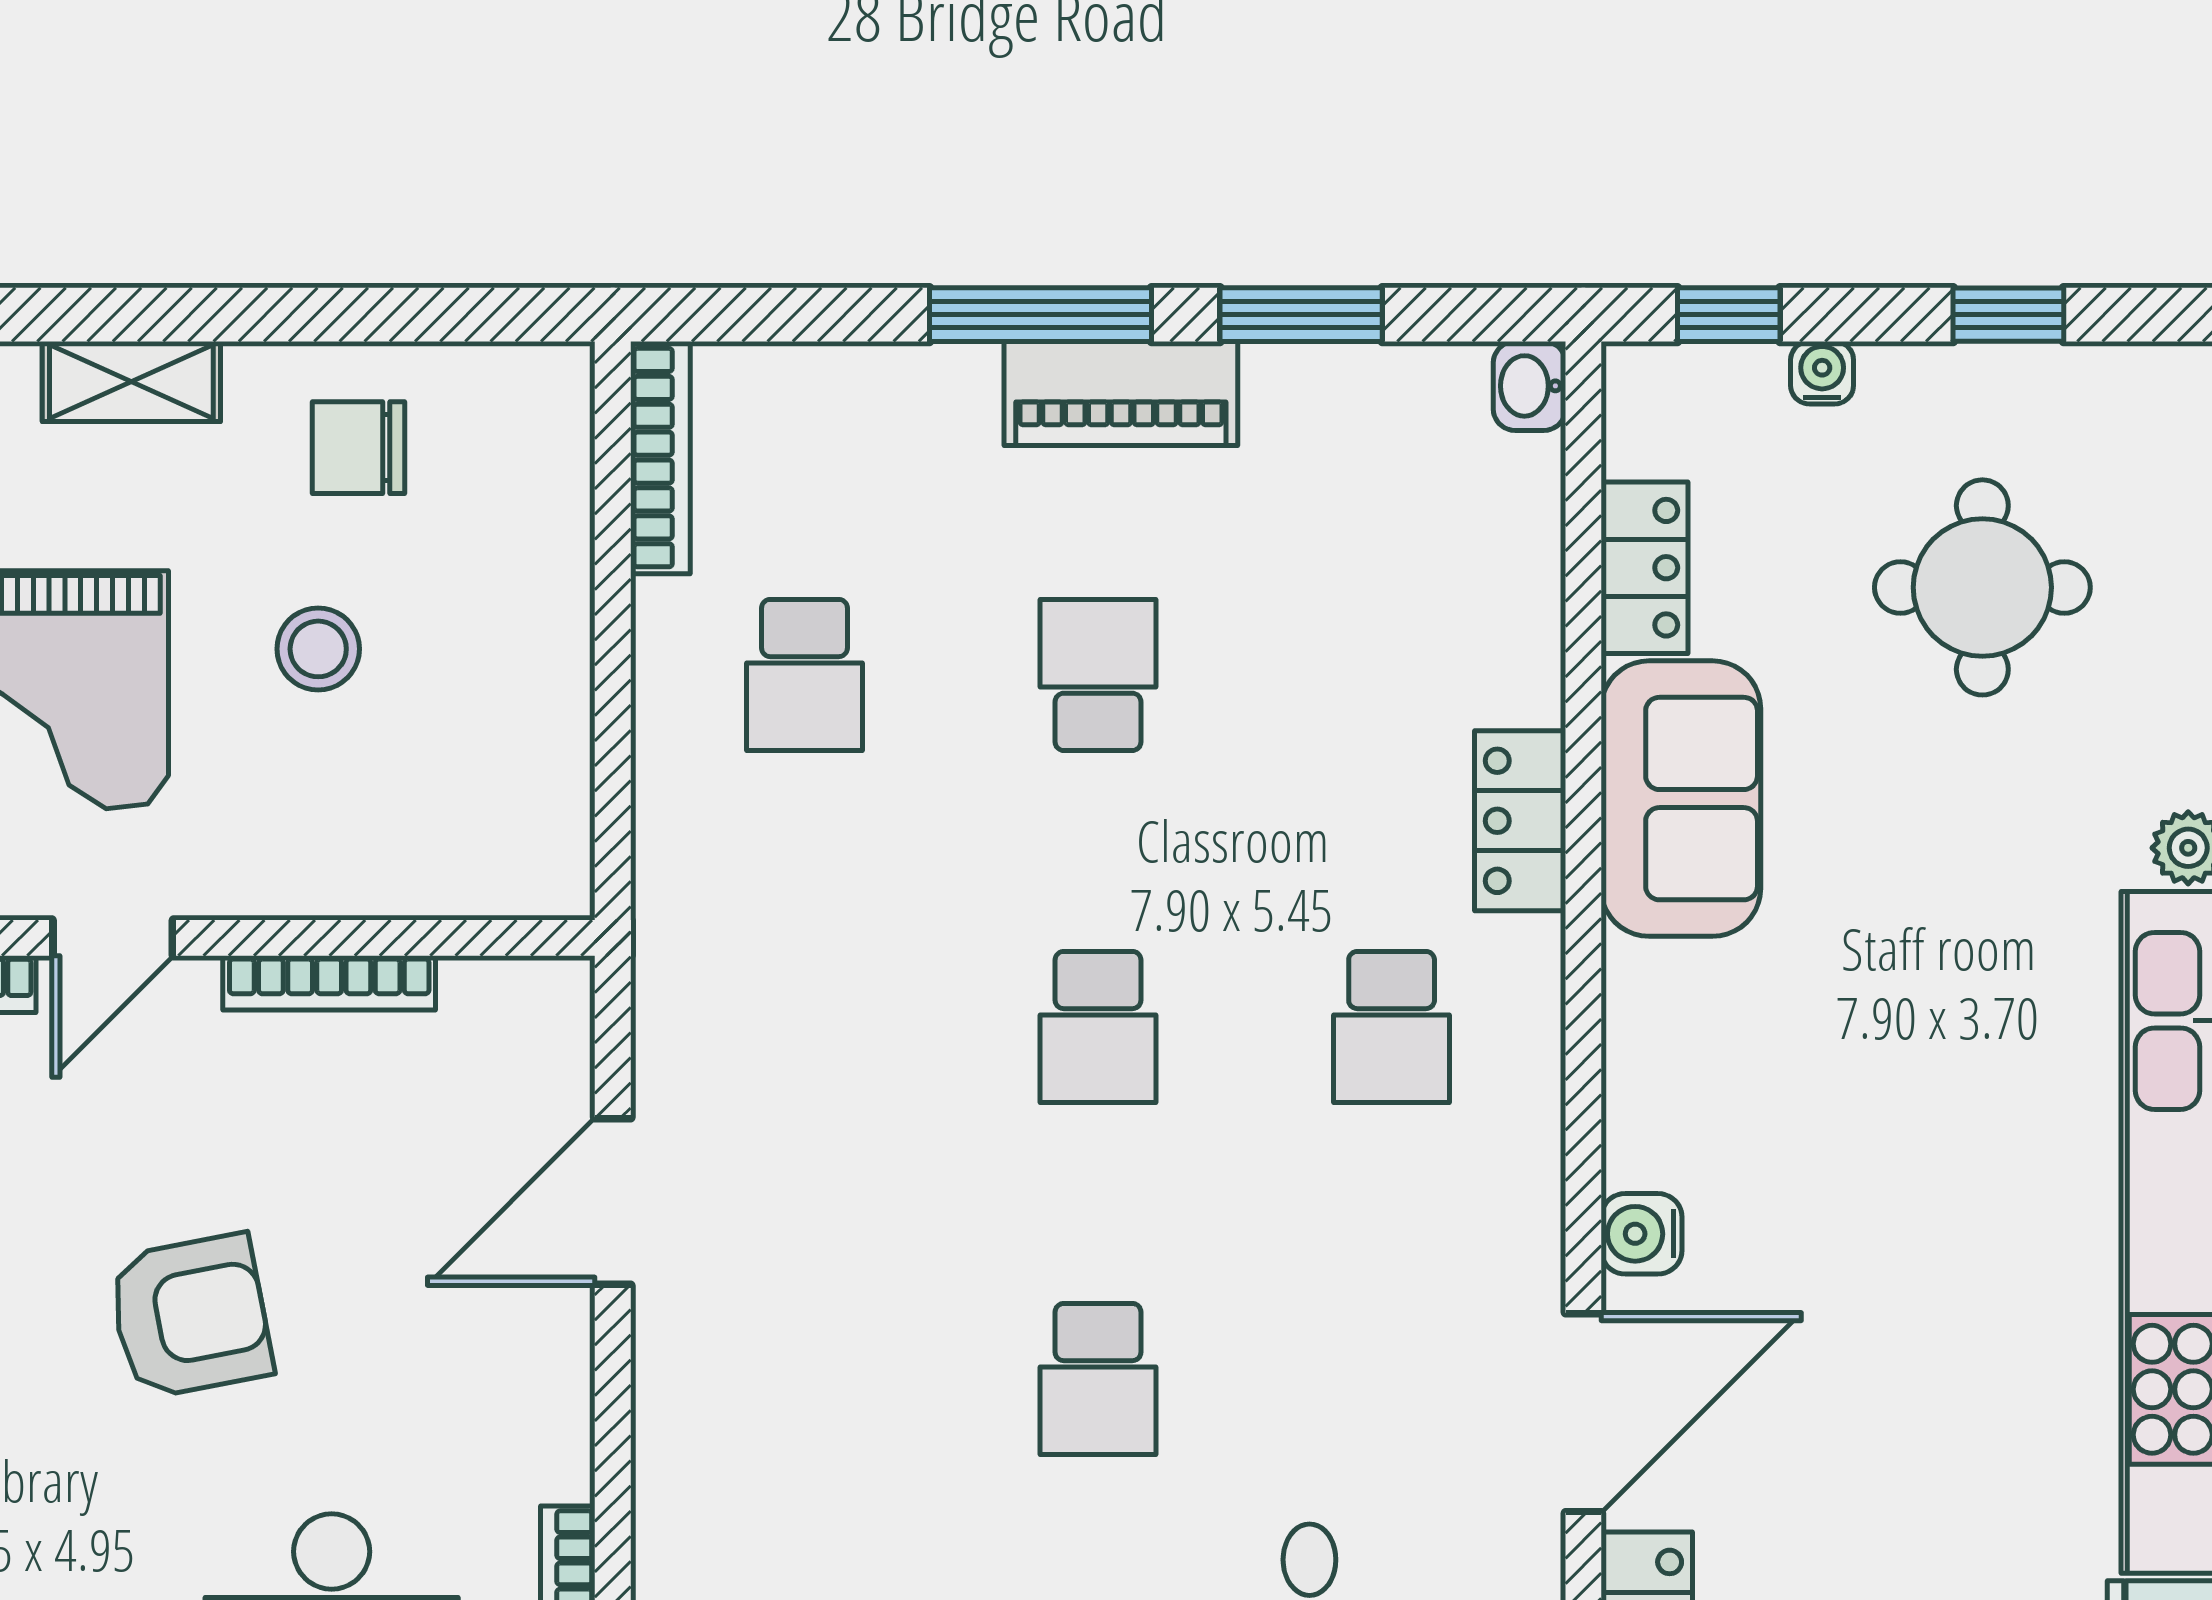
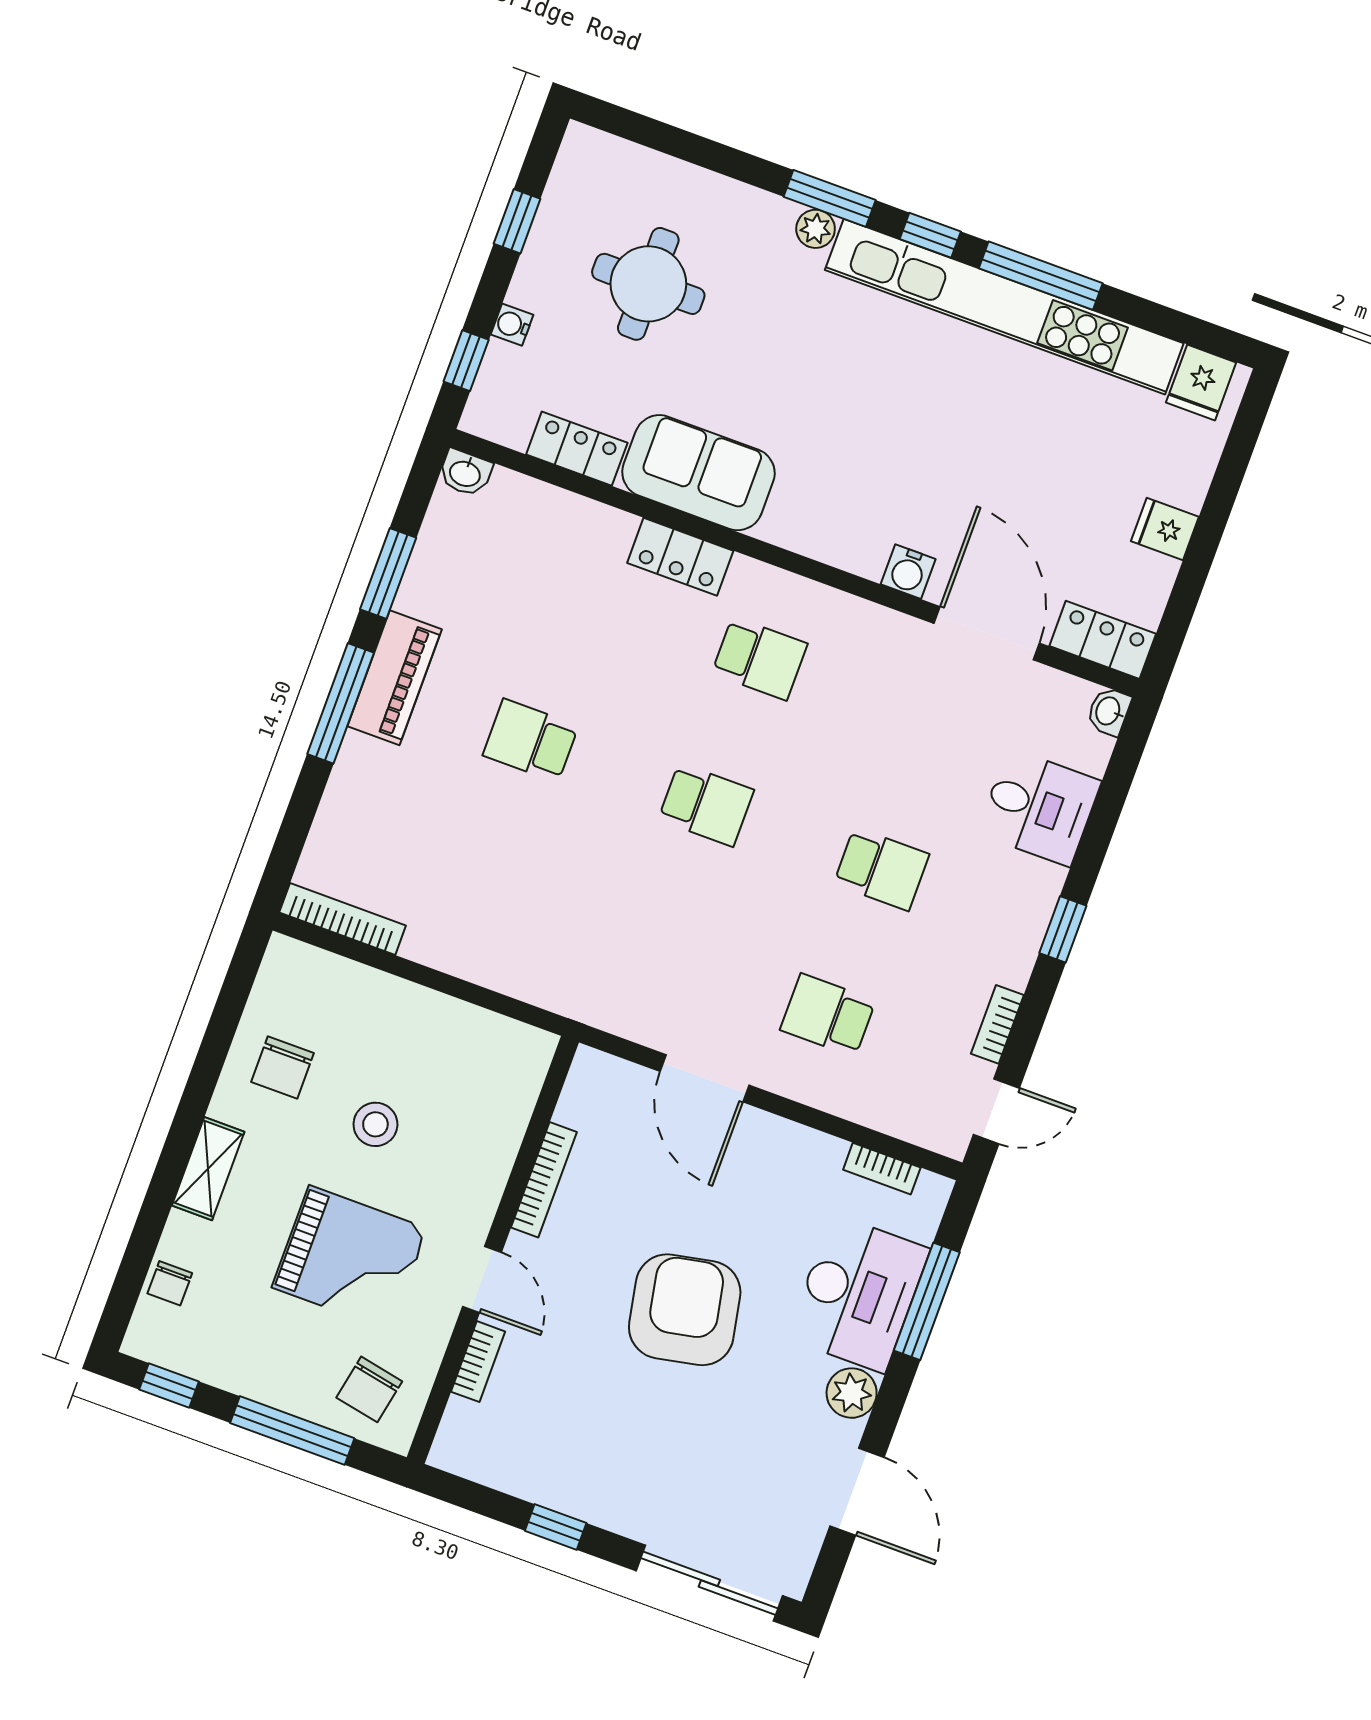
school desk: (804, 675) -> (828, 1015), moved, turned 180
armchair: (190, 1316) -> (685, 1310), width x1.36, depth x1.36

